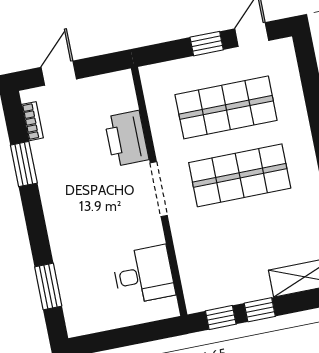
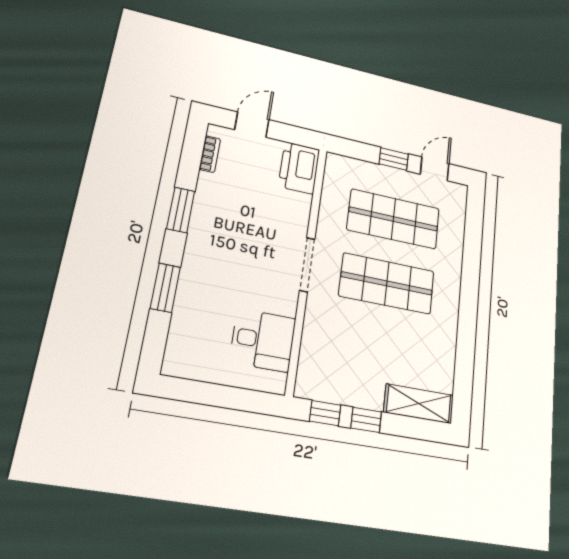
printer: (126, 138) -> (299, 168), moved
window: (24, 164) -> (181, 210), moved
window: (48, 287) -> (165, 288), moved

